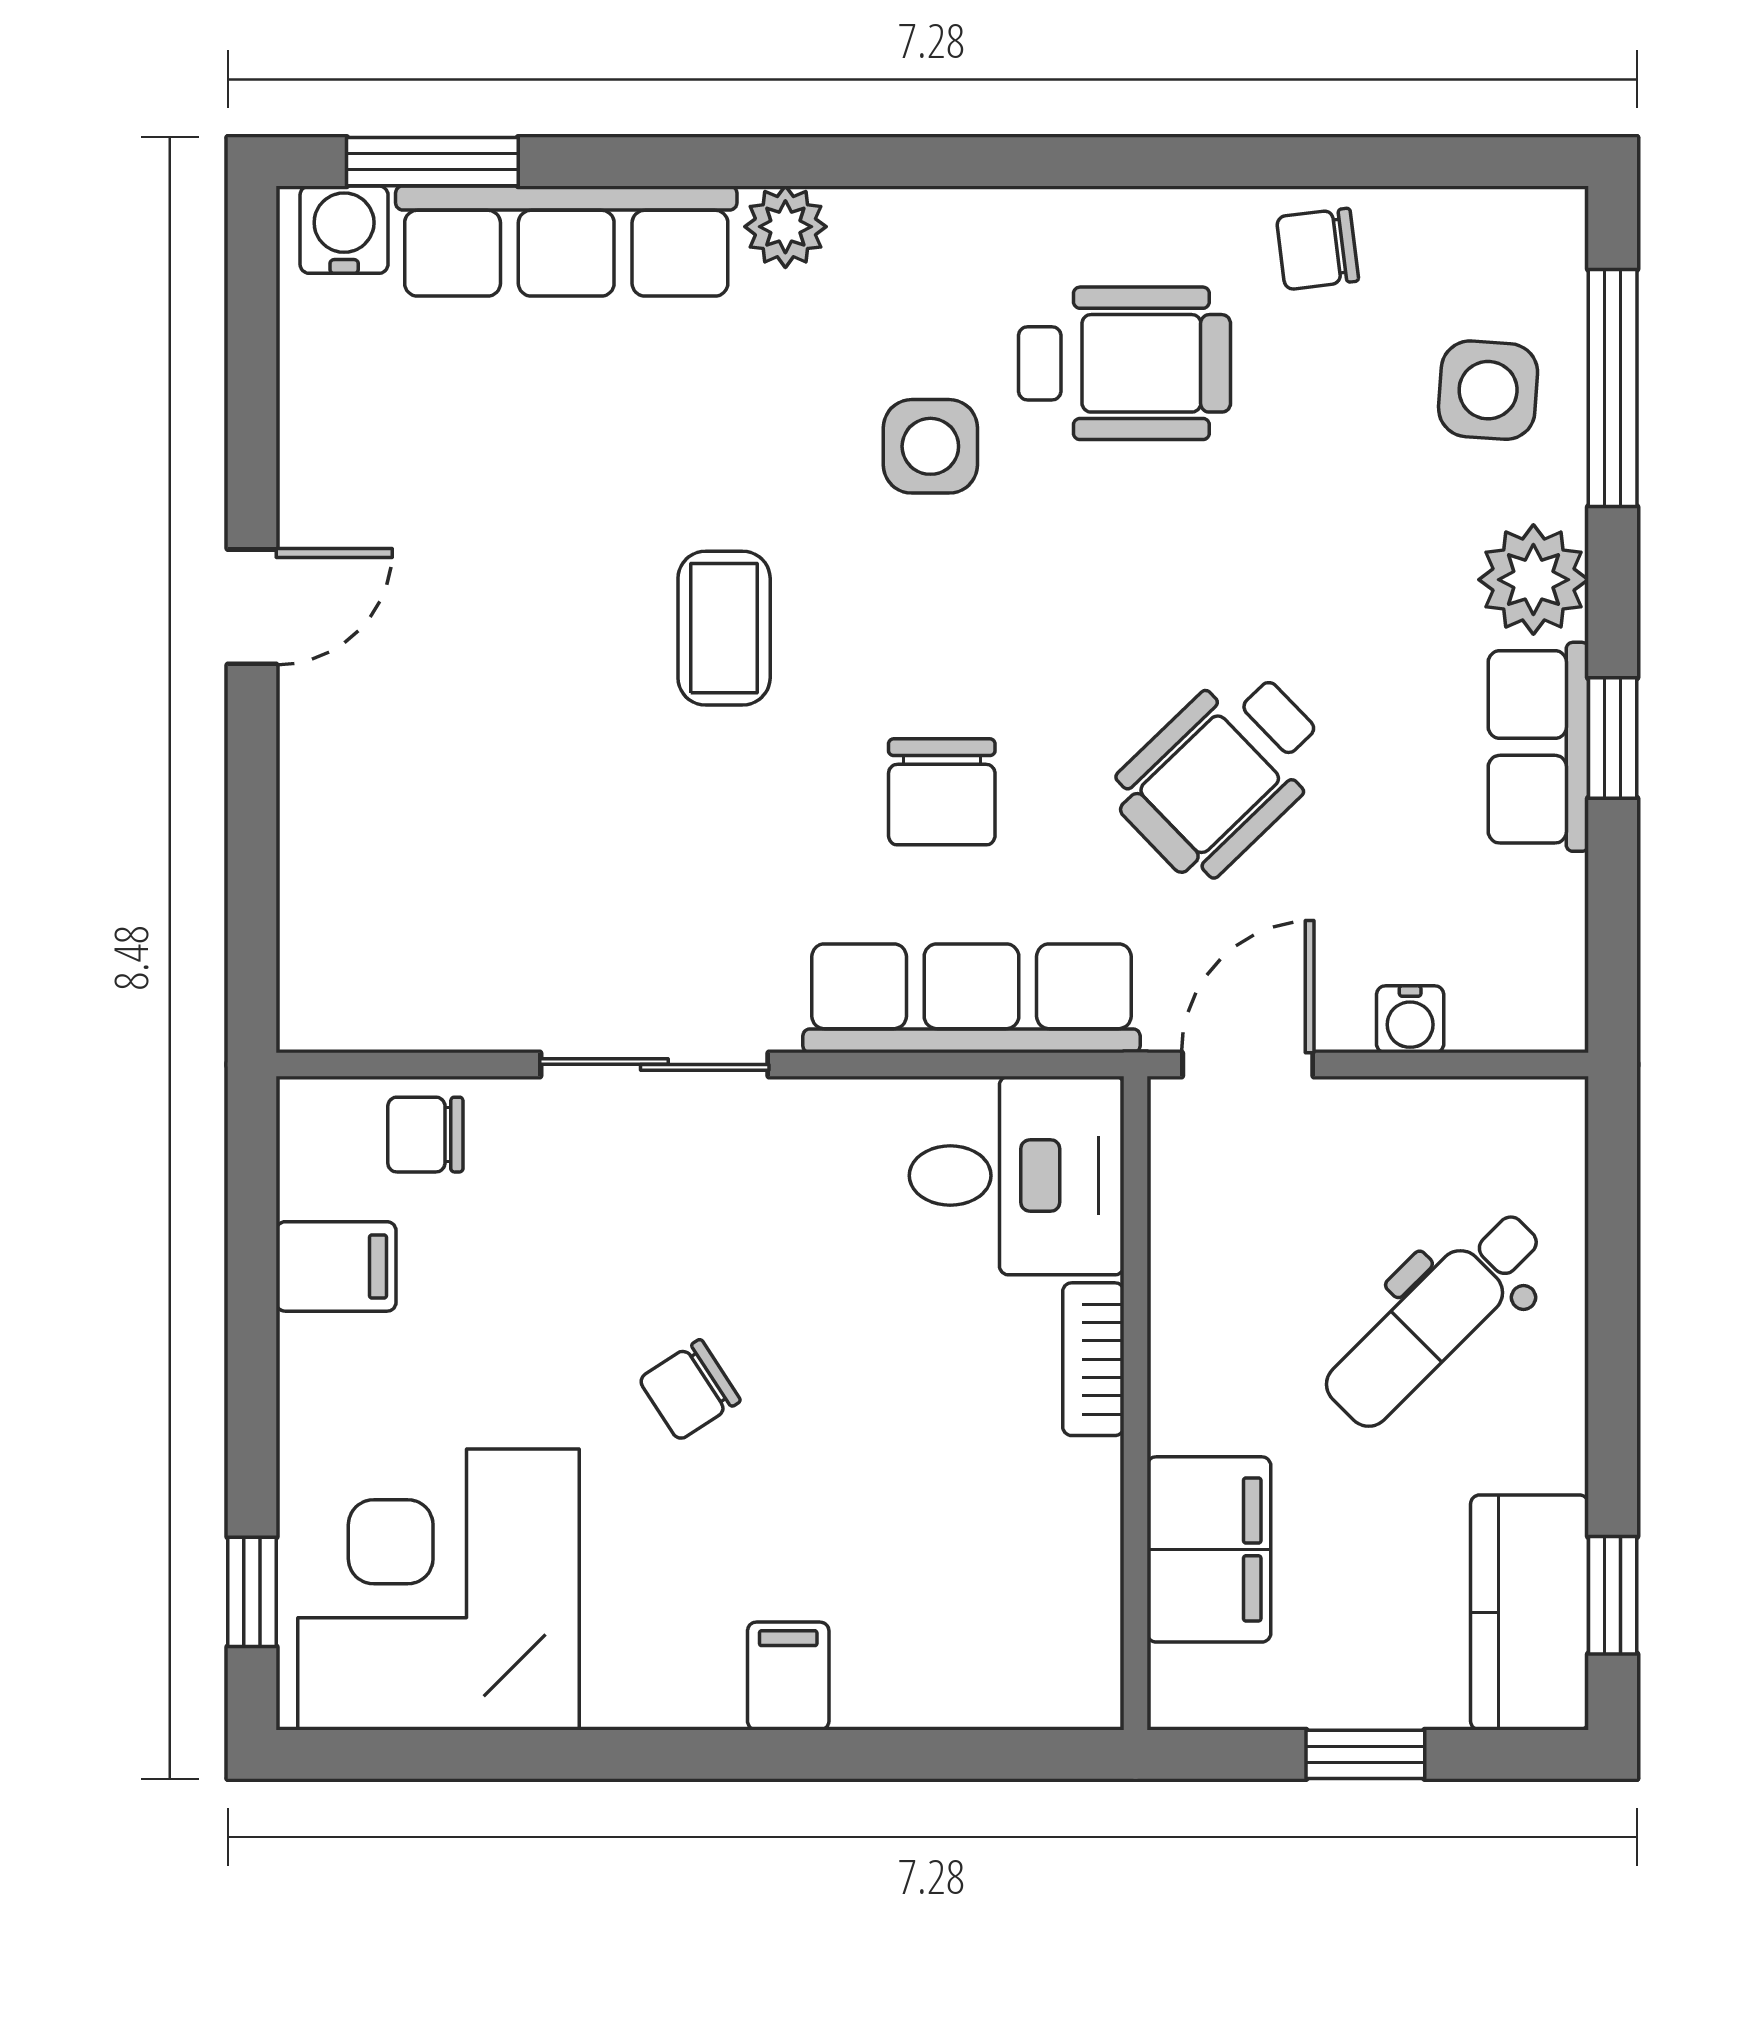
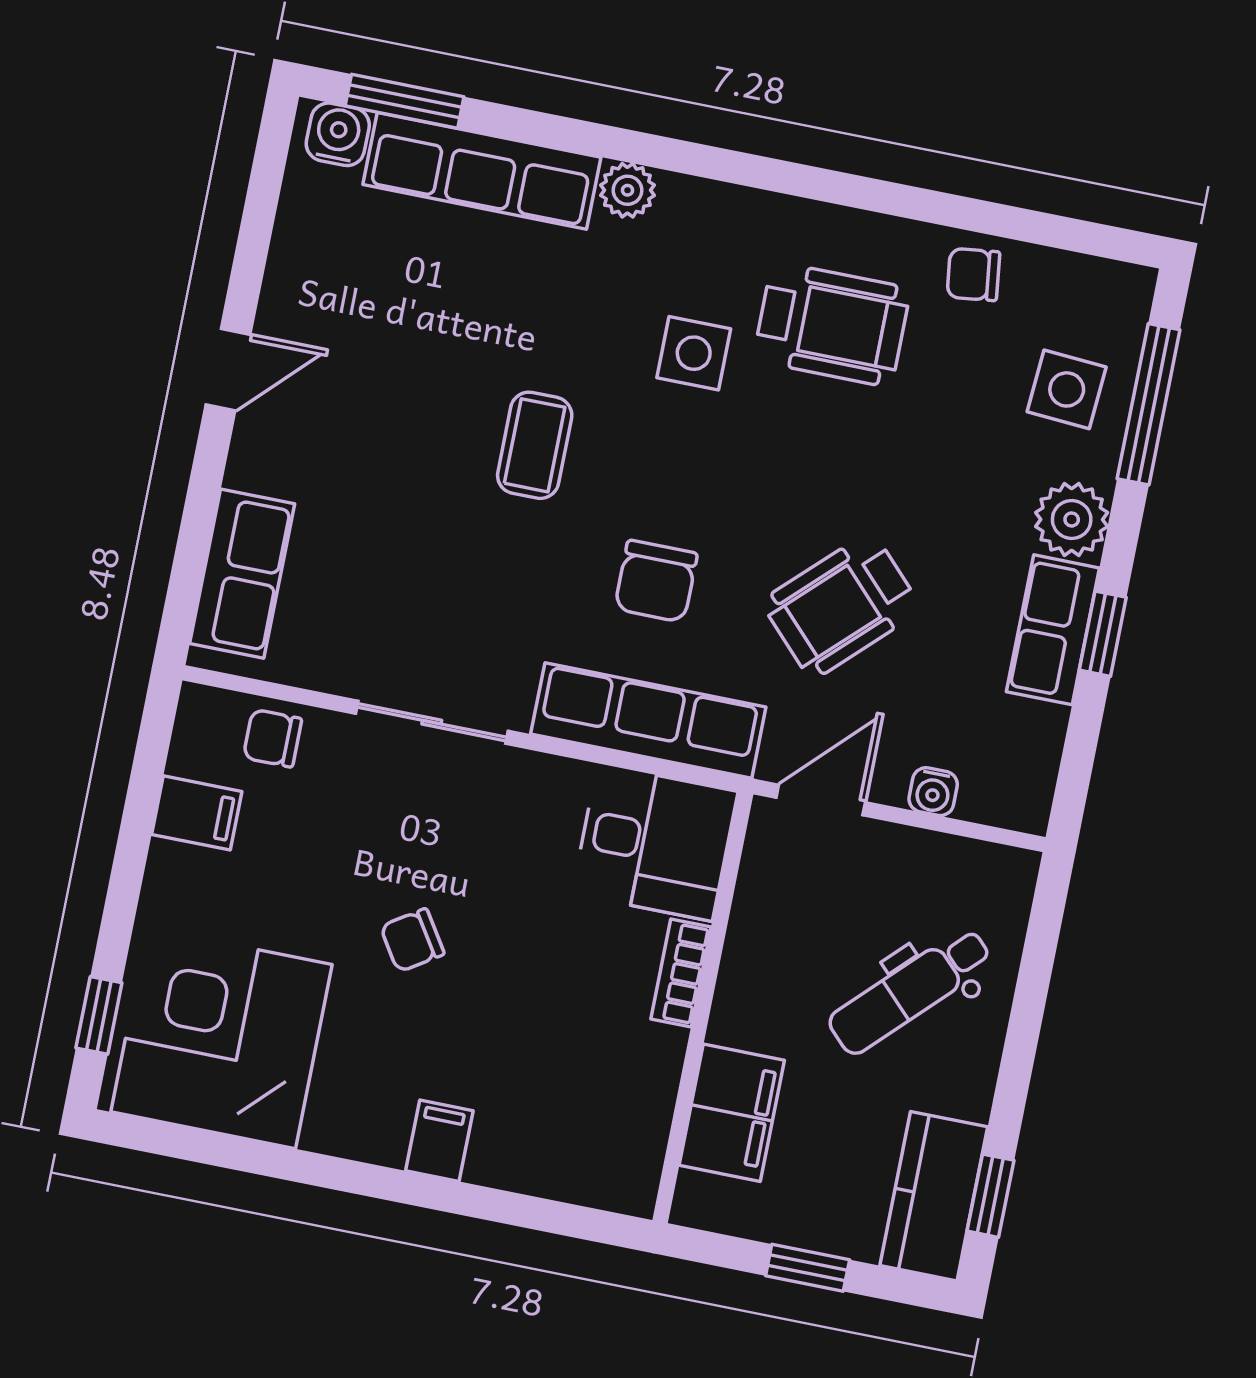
row of seats: (333, 902) -> (242, 574), added

